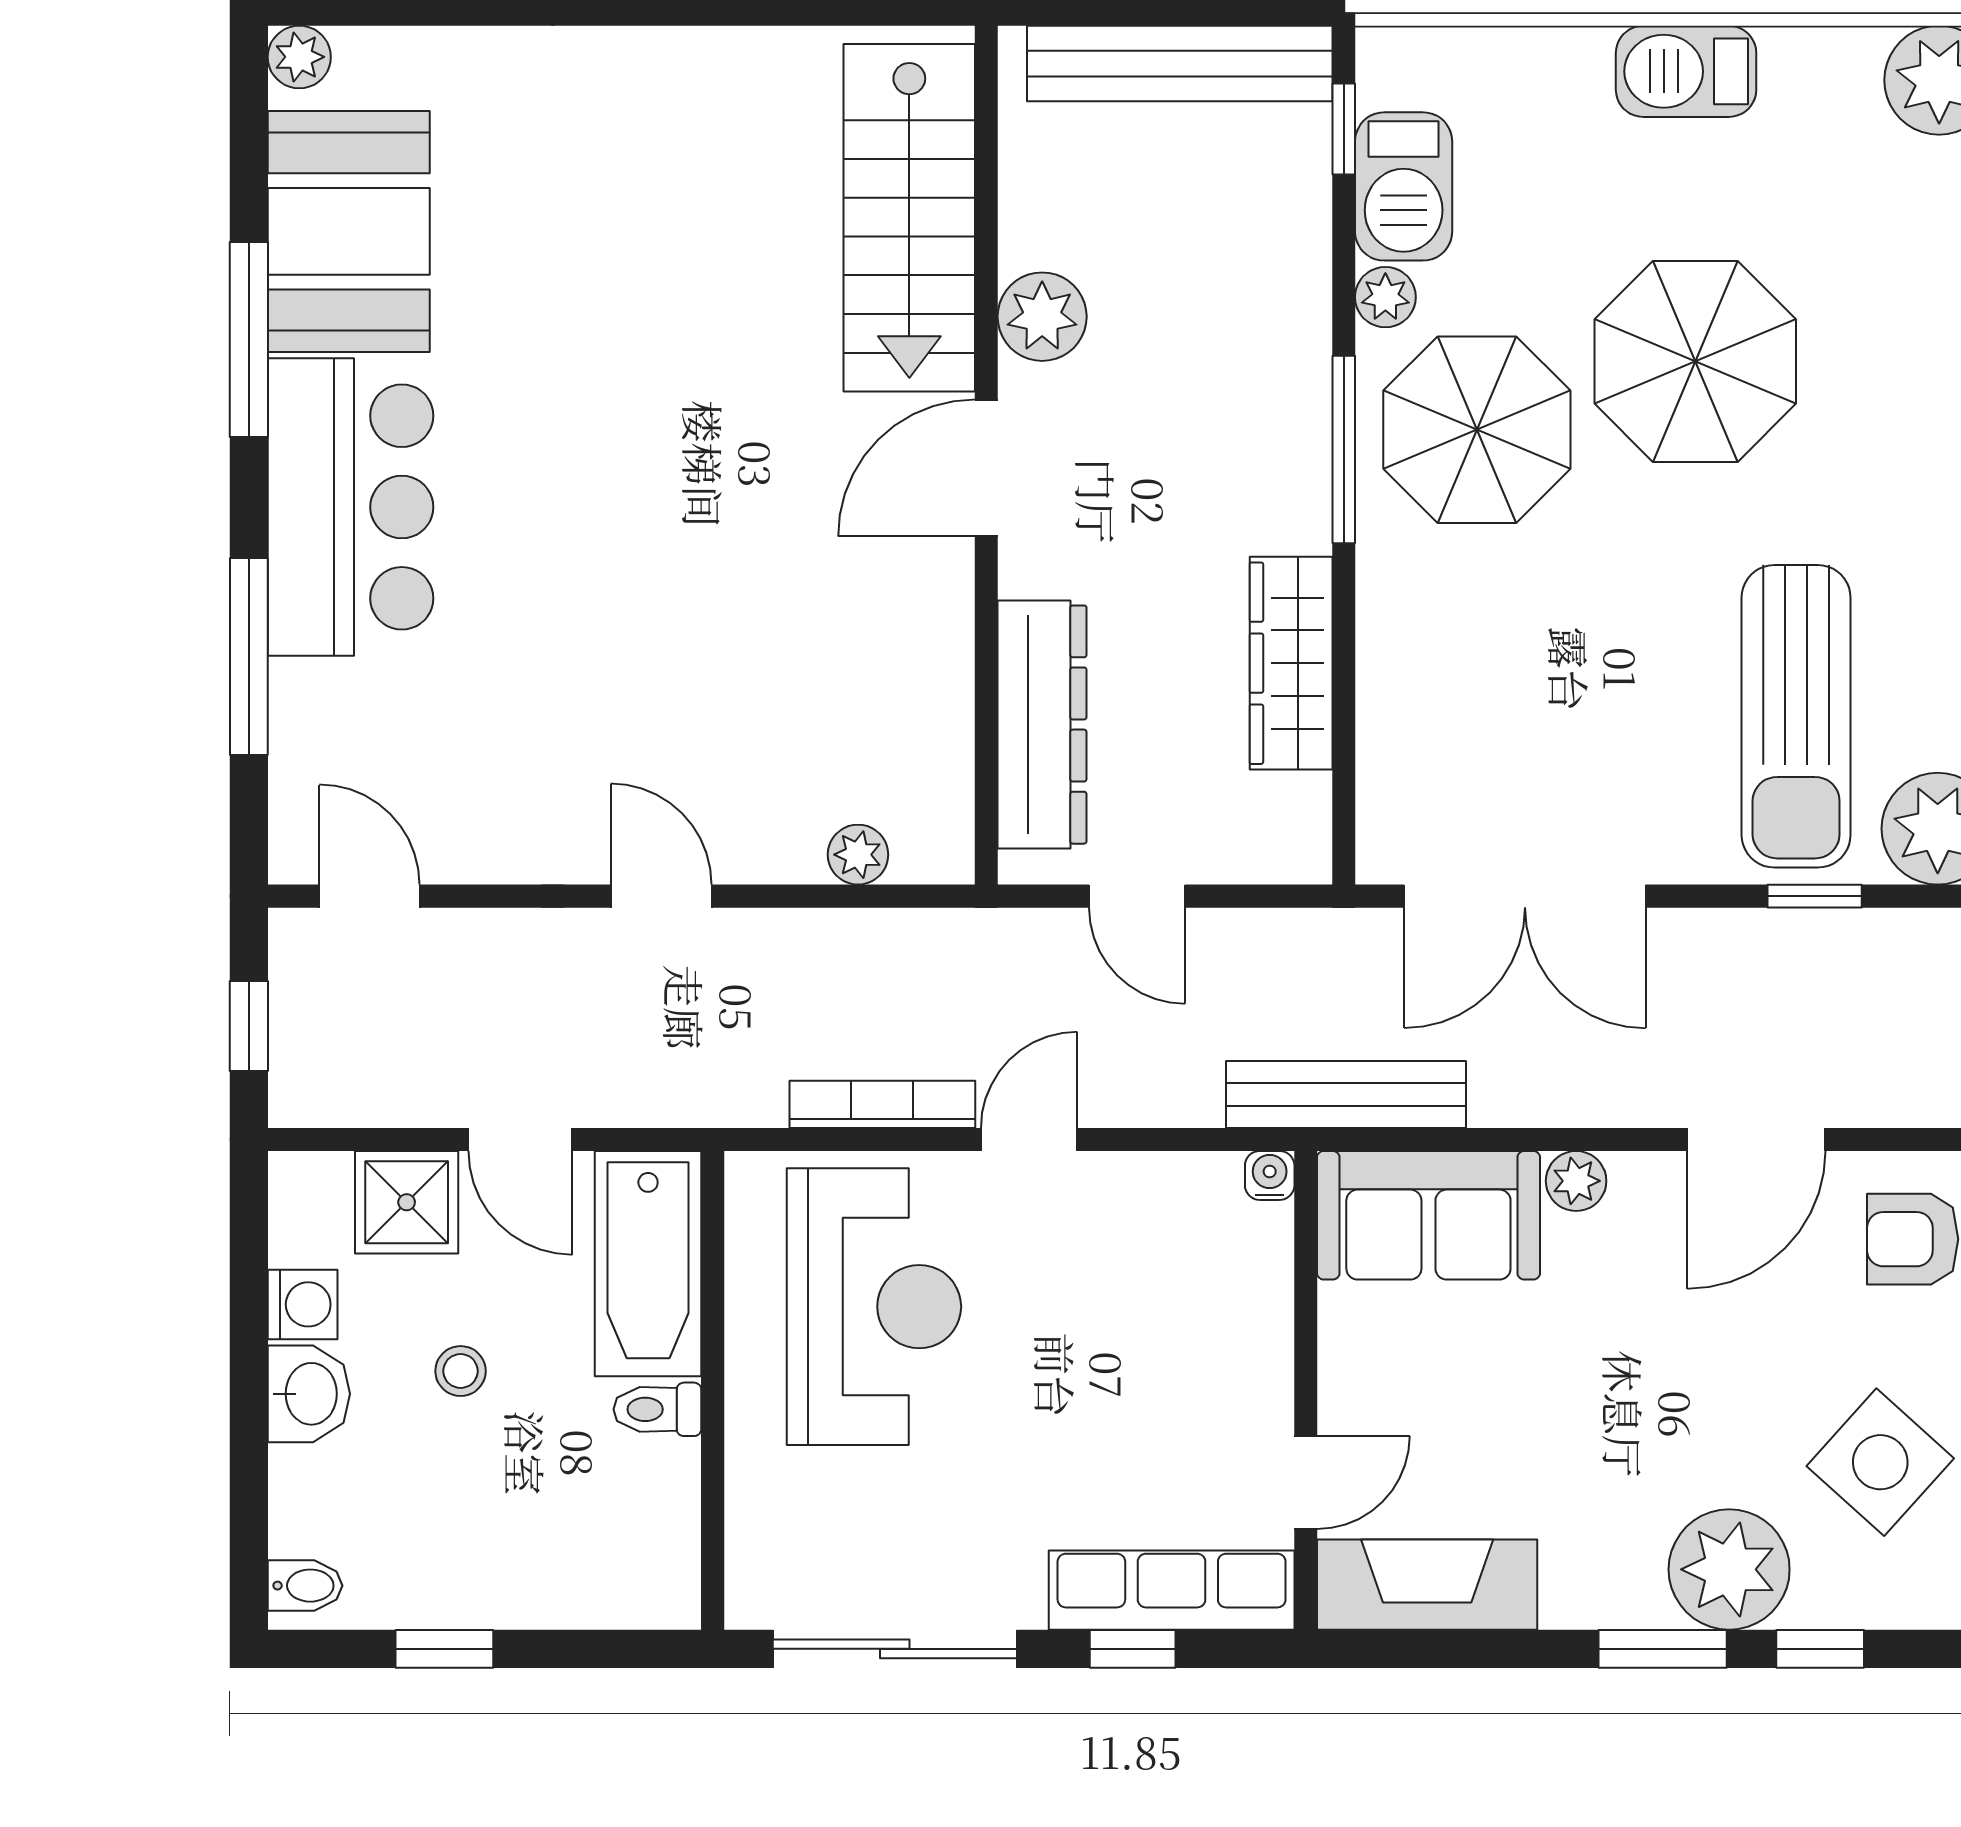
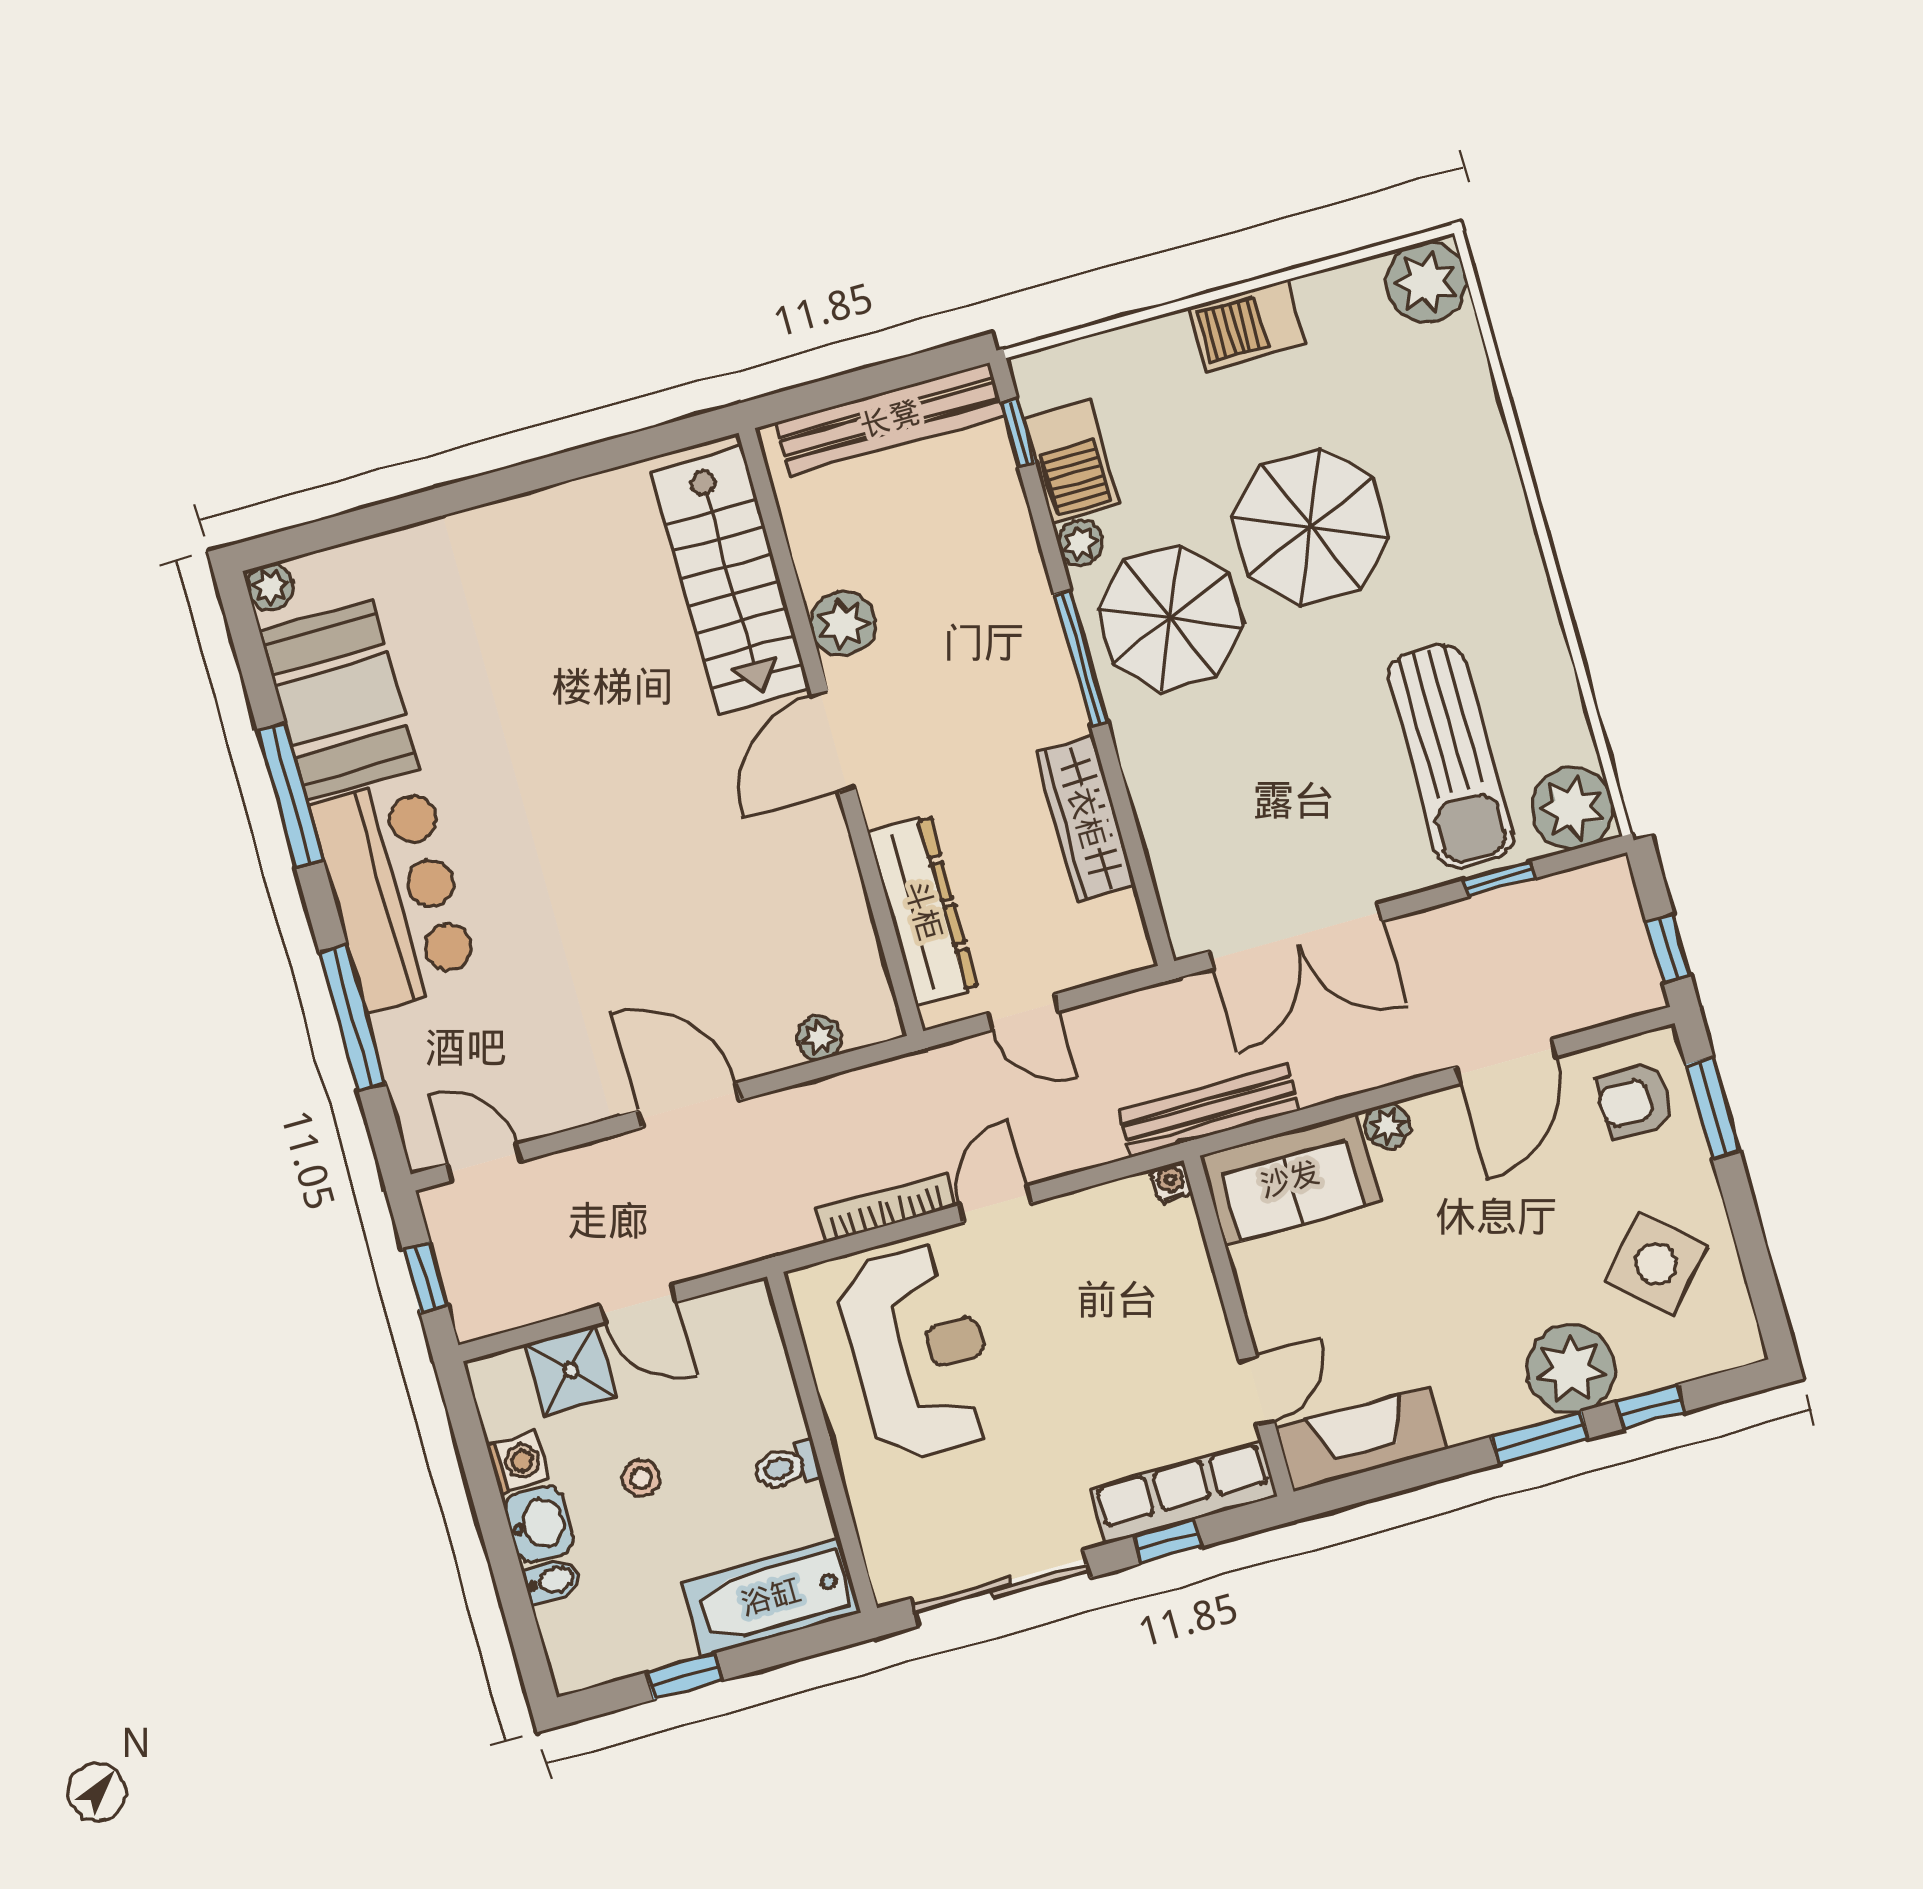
door: (661, 896) -> (689, 1105), width x1.38
bathtub: (648, 1264) -> (771, 1597), moved, turned 90
bidet: (305, 1586) -> (552, 1581), moved

